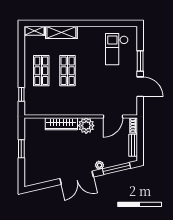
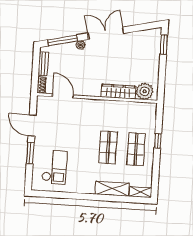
window: (21, 94) -> (158, 141), moved
door: (113, 117) -> (63, 96), hinge flipped
plant: (86, 126) -> (145, 91), moved
window: (21, 149) -> (164, 45), moved

